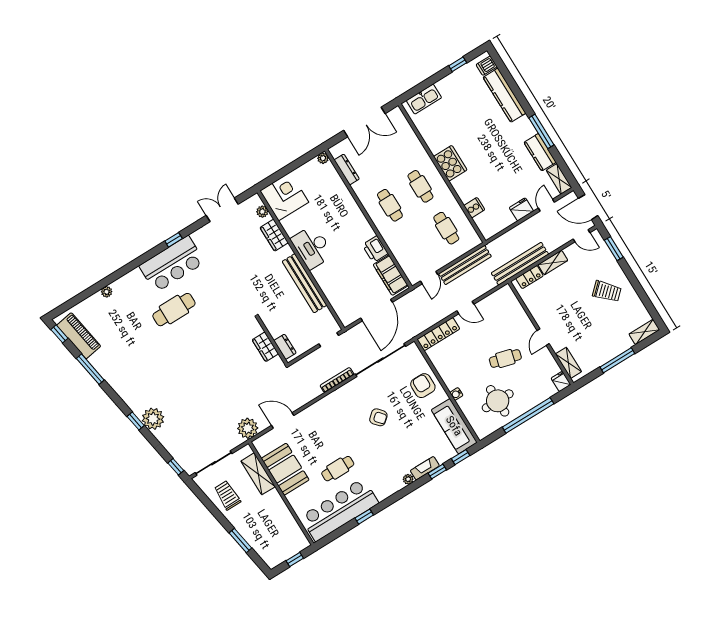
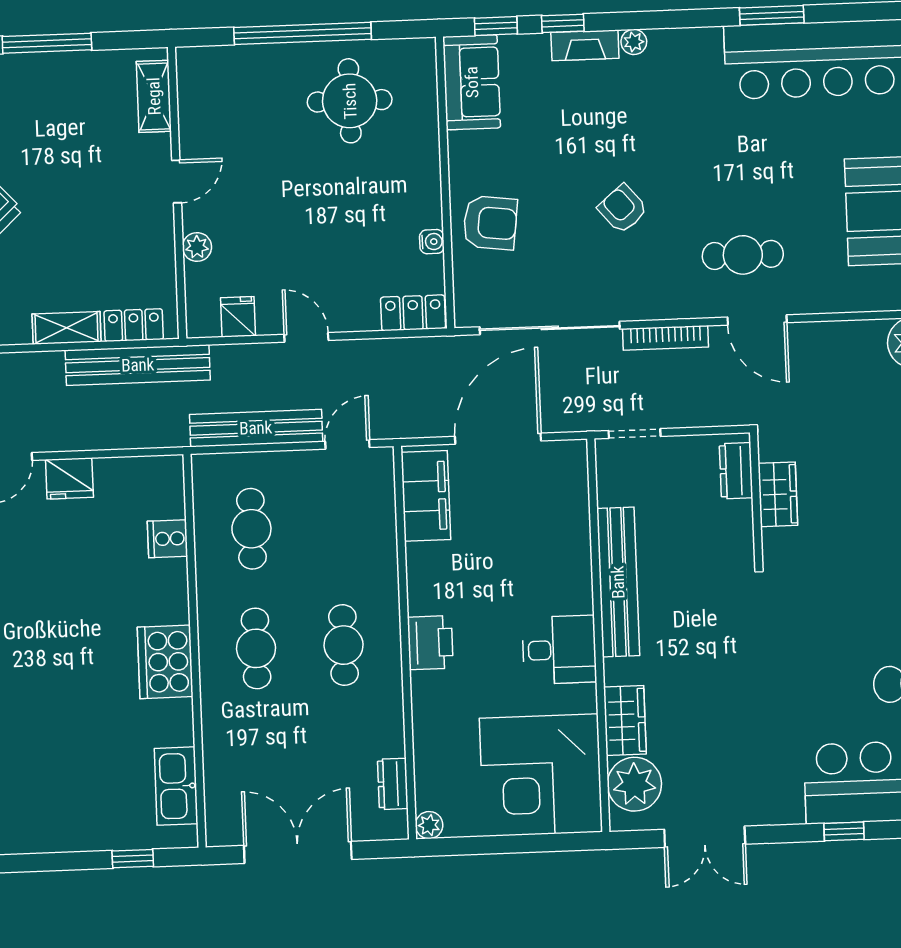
window: (458, 64) -> (133, 859), moved
kitchen sink: (424, 99) -> (176, 786), moved, turned -90
dresser: (347, 169) -> (393, 784), width x0.70
corner desk: (284, 197) -> (541, 775), width x1.36, depth x1.36
plant: (262, 212) -> (634, 784), width x1.87, depth x1.87
desk: (312, 247) -> (559, 650), width x0.73
printer: (375, 249) -> (430, 643), moved
plant: (523, 318) -> (197, 247), added
locker: (438, 334) -> (413, 313), width x0.66
cafe table: (505, 359) -> (283, 181), removed
fridge: (561, 381) -> (238, 317), moved, turned 180
armchair: (423, 386) -> (490, 223), turned -83
water cooler: (456, 394) -> (432, 242), moved
door: (283, 420) -> (757, 320), moved
sofa: (454, 426) -> (472, 82), width x0.73
cafe table: (338, 469) -> (743, 255), moved
window: (364, 517) -> (772, 15), width x1.50

